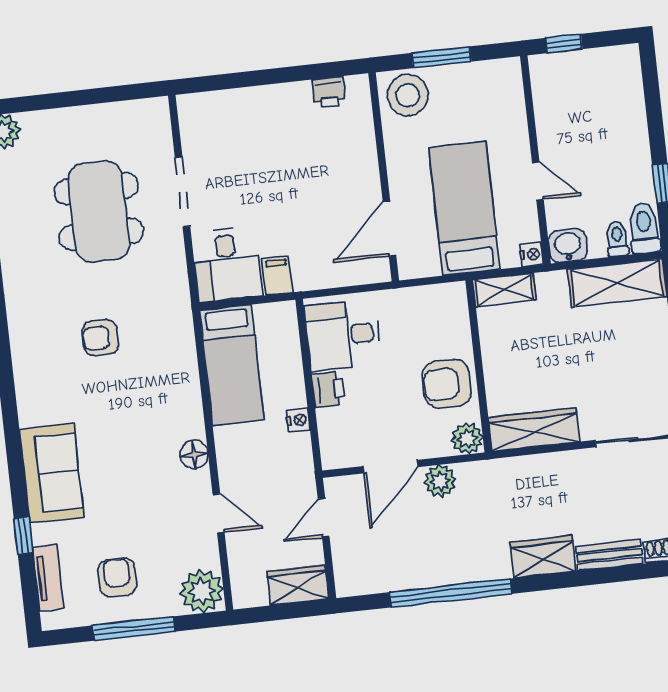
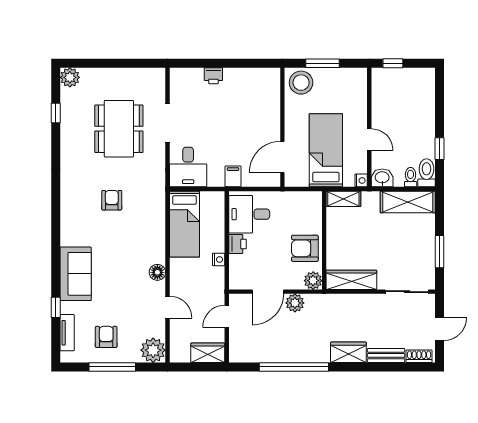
printer: (329, 92) -> (213, 76), moved
filing cabinet: (277, 276) -> (233, 176), moved
armchair: (100, 338) -> (112, 200), turned 90

